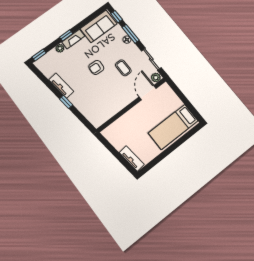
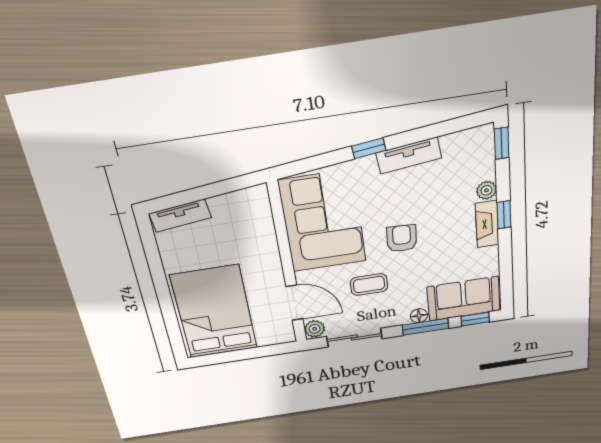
sofa: (99, 26) -> (464, 299), moved, turned 90
corner sofa: (105, 102) -> (323, 221), added
bed: (173, 127) -> (214, 312), width x1.50

